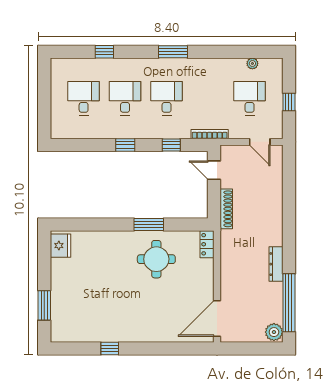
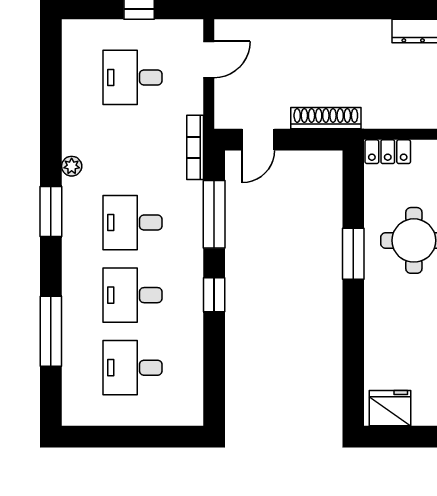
window: (104, 52) -> (51, 331), width x2.17
plant: (252, 63) -> (72, 166), moved
window: (171, 145) -> (214, 214), width x2.17

